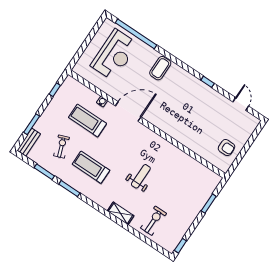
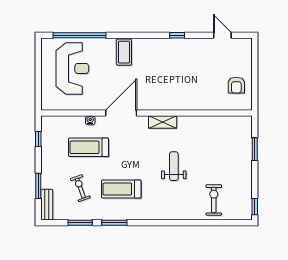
armchair: (226, 148) -> (236, 85), turned 90
shelving: (121, 213) -> (163, 122), moved

